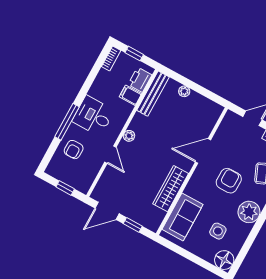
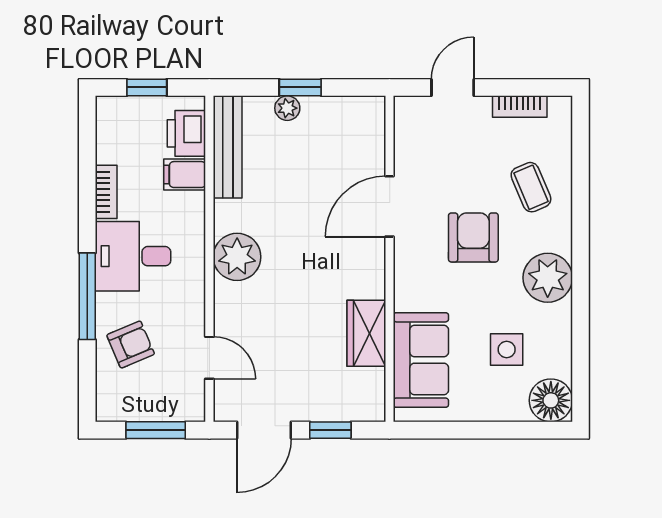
bookcase: (111, 59) -> (106, 192), moved
window: (194, 86) -> (300, 87), added
plant: (129, 136) -> (237, 257), width x1.87, depth x1.87
armchair: (74, 150) -> (131, 345), turned -113
door: (110, 155) -> (209, 358), moved
window: (65, 188) -> (156, 430), width x1.50
wardrobe: (171, 189) -> (366, 333), width x0.67

